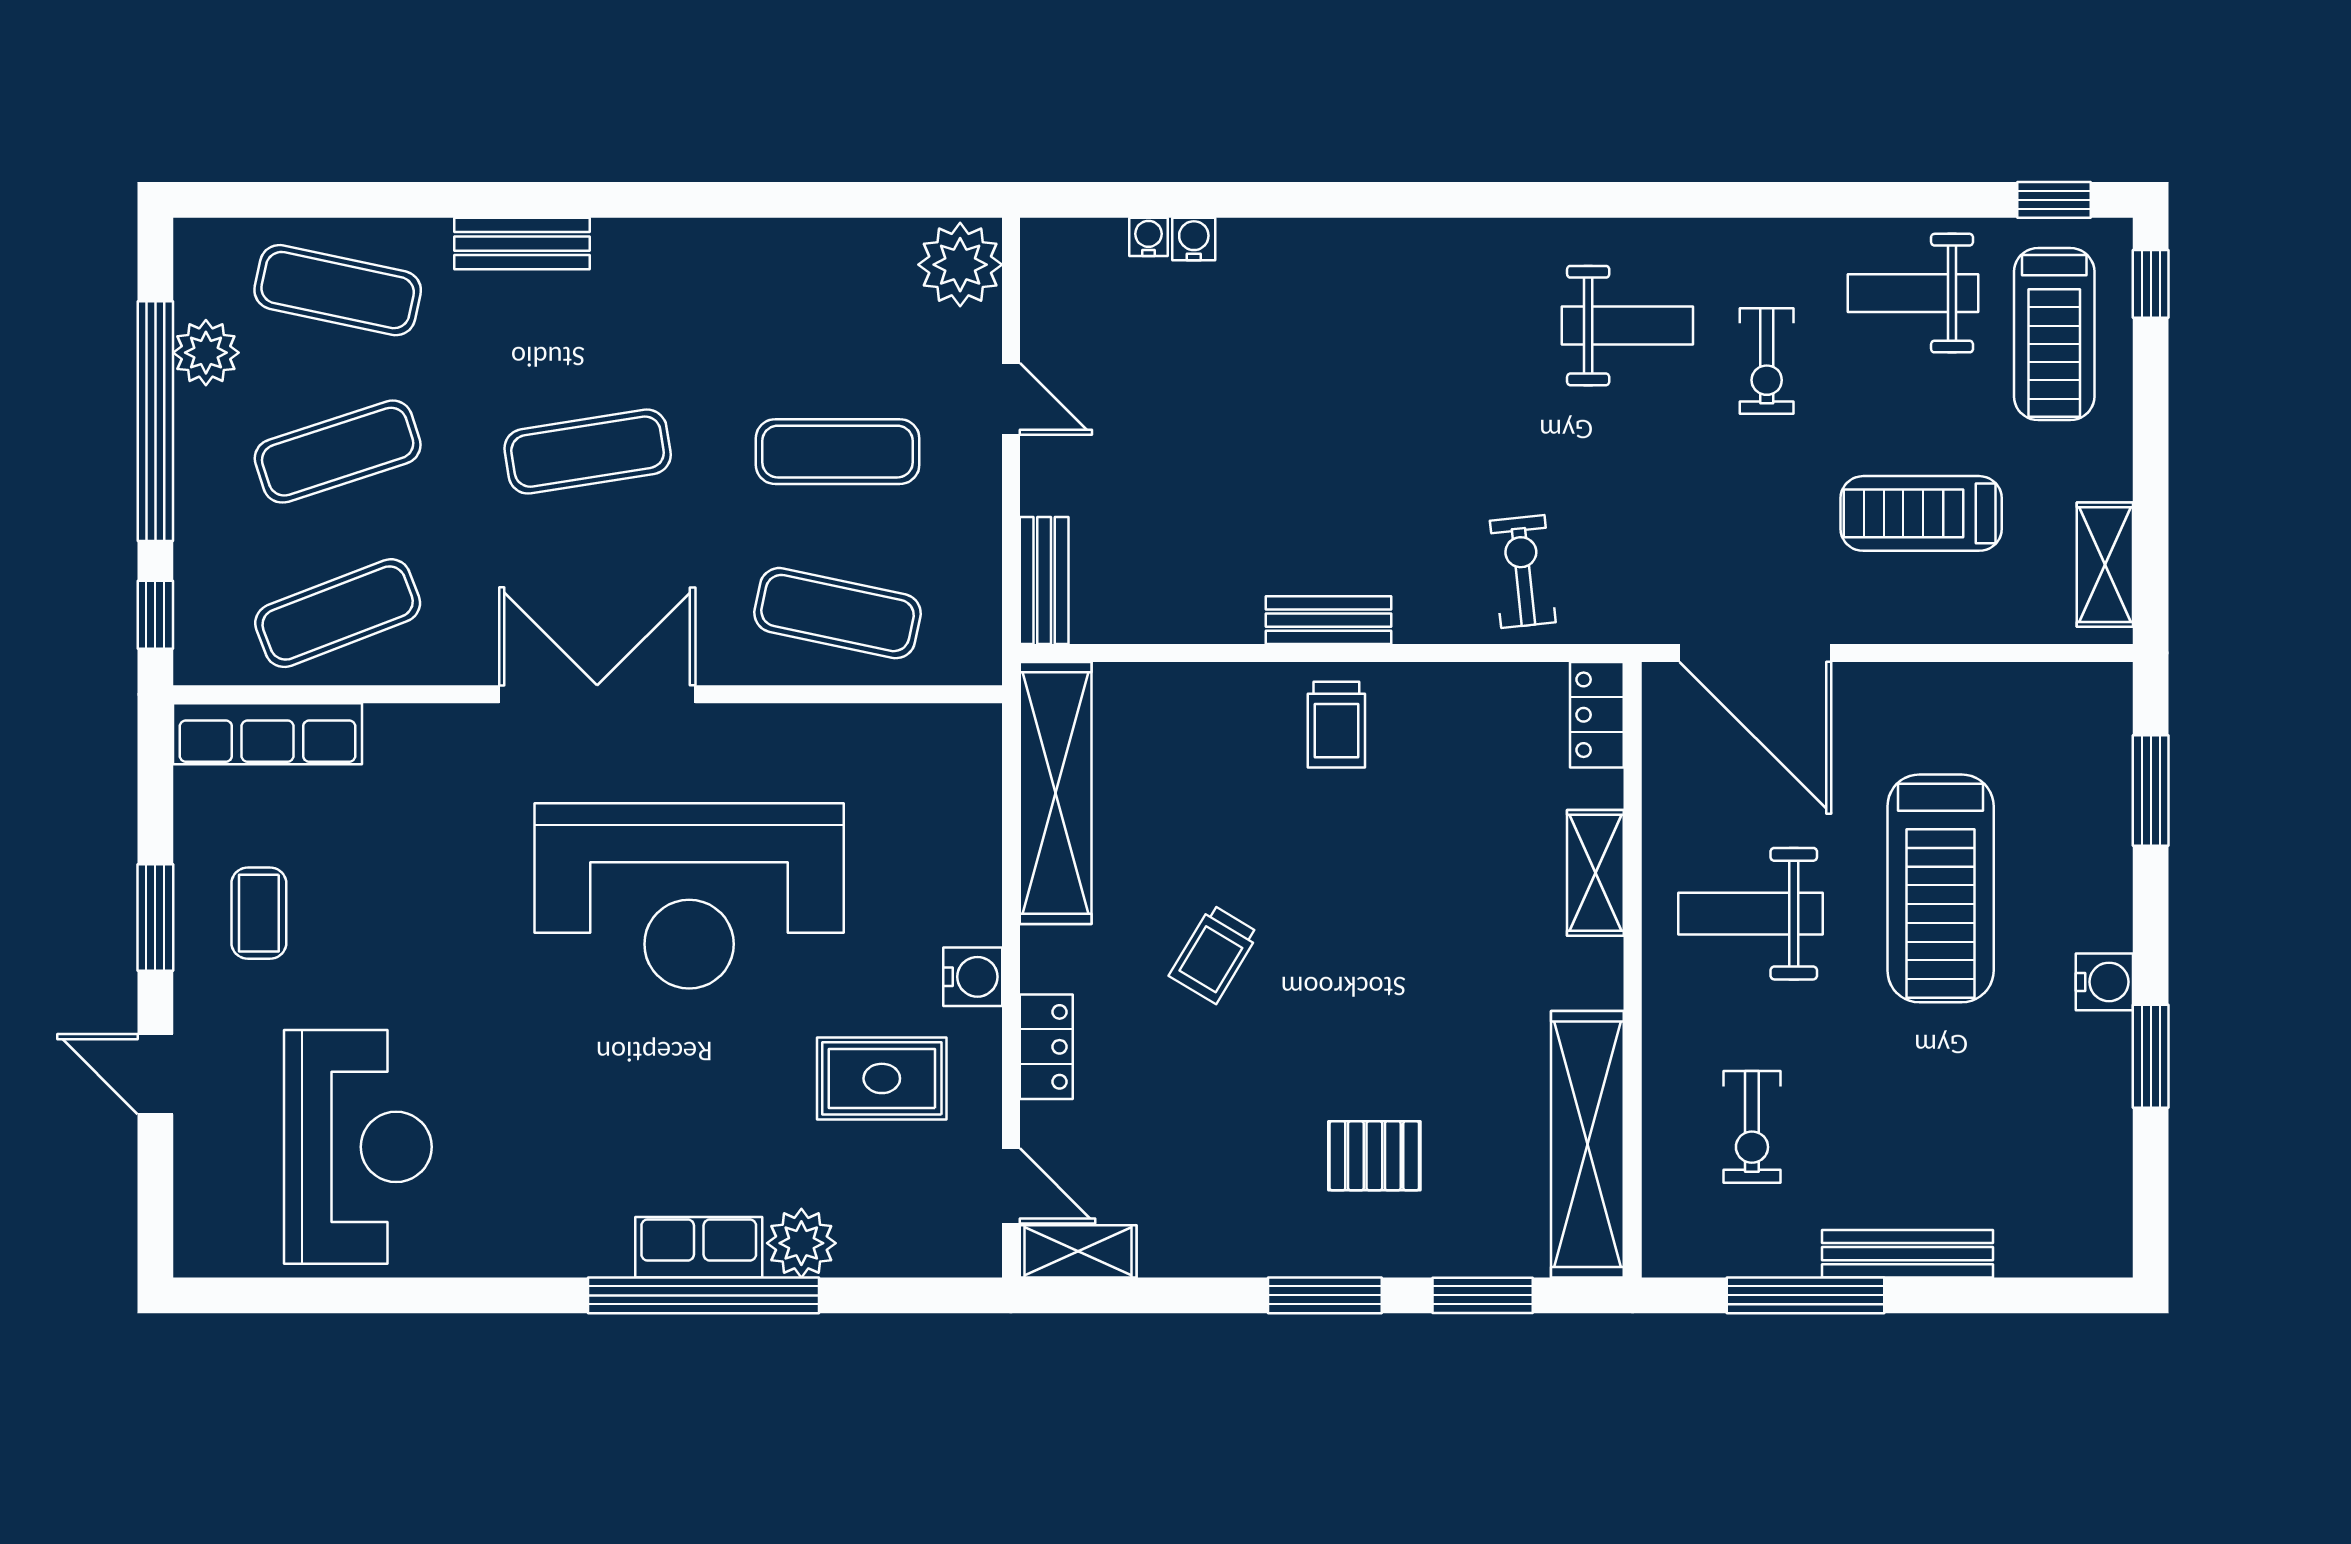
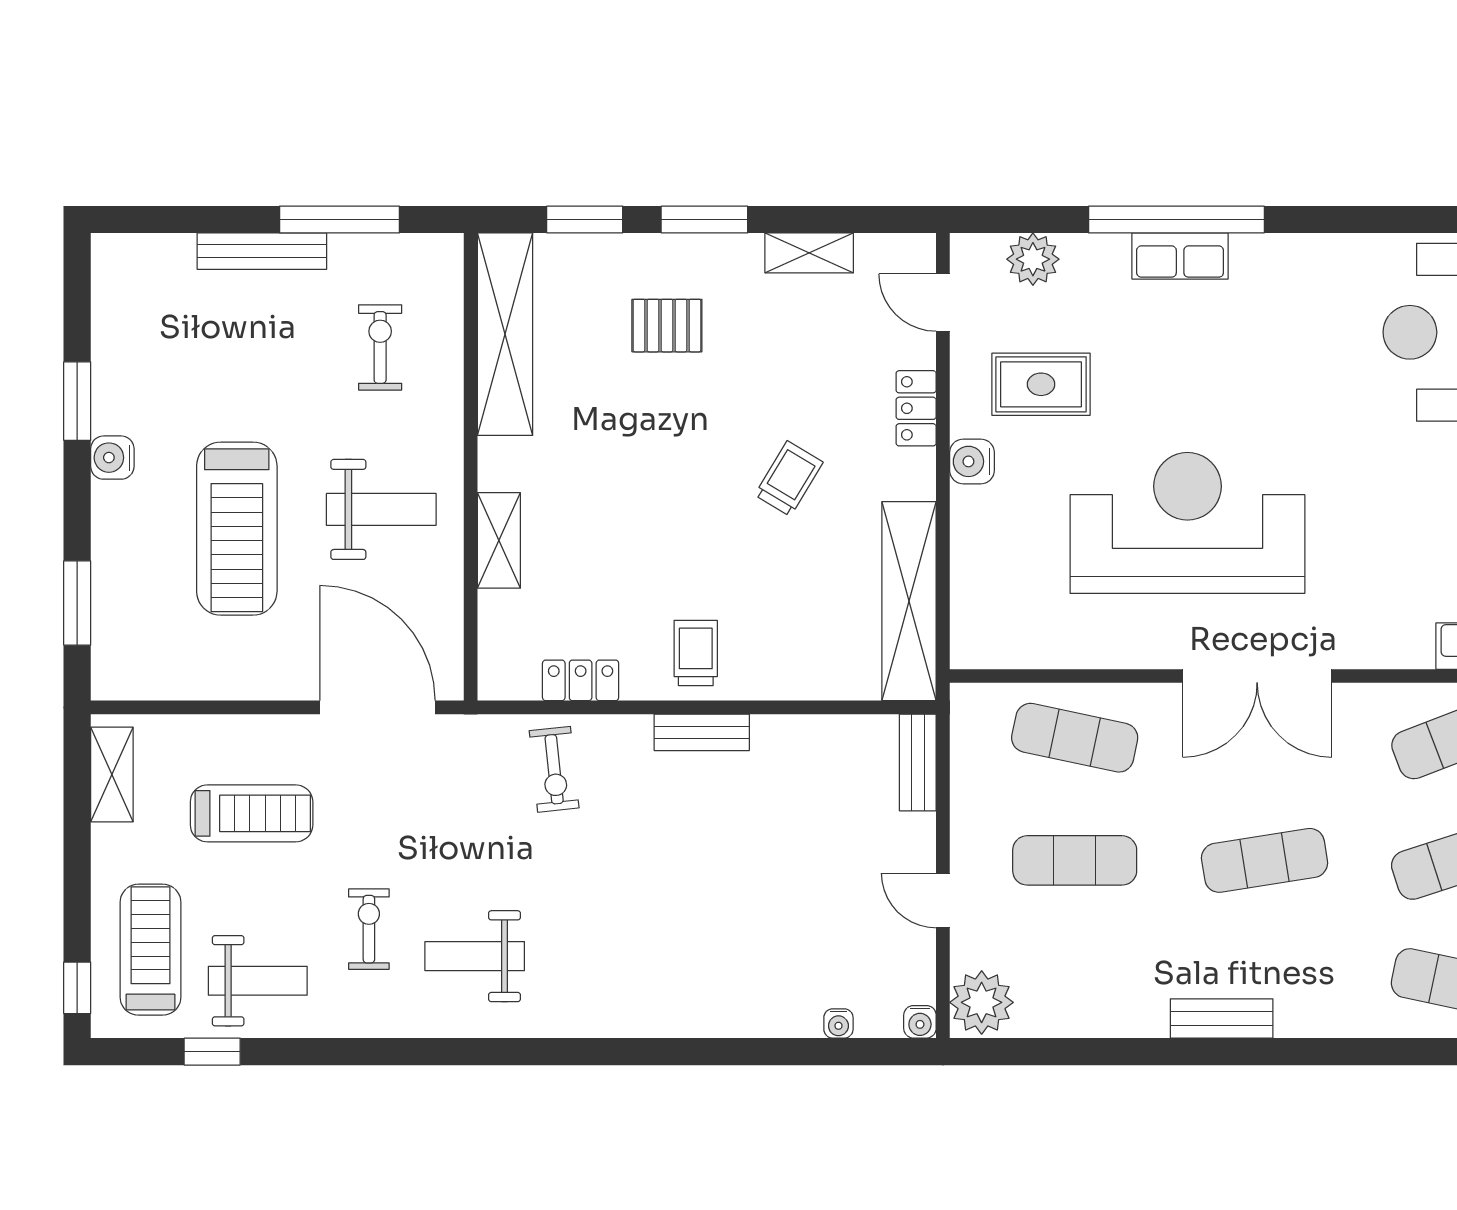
window: (2054, 200) -> (212, 1052), moved
water cooler: (1194, 239) -> (920, 1022), moved
bench: (522, 244) -> (1222, 1018), moved
locker: (1597, 715) -> (581, 680), moved, turned -90
treadmill: (1941, 888) -> (237, 529), turned 180
plant: (801, 1243) -> (1033, 259), moved
shelving: (1078, 1251) -> (809, 253), moved

